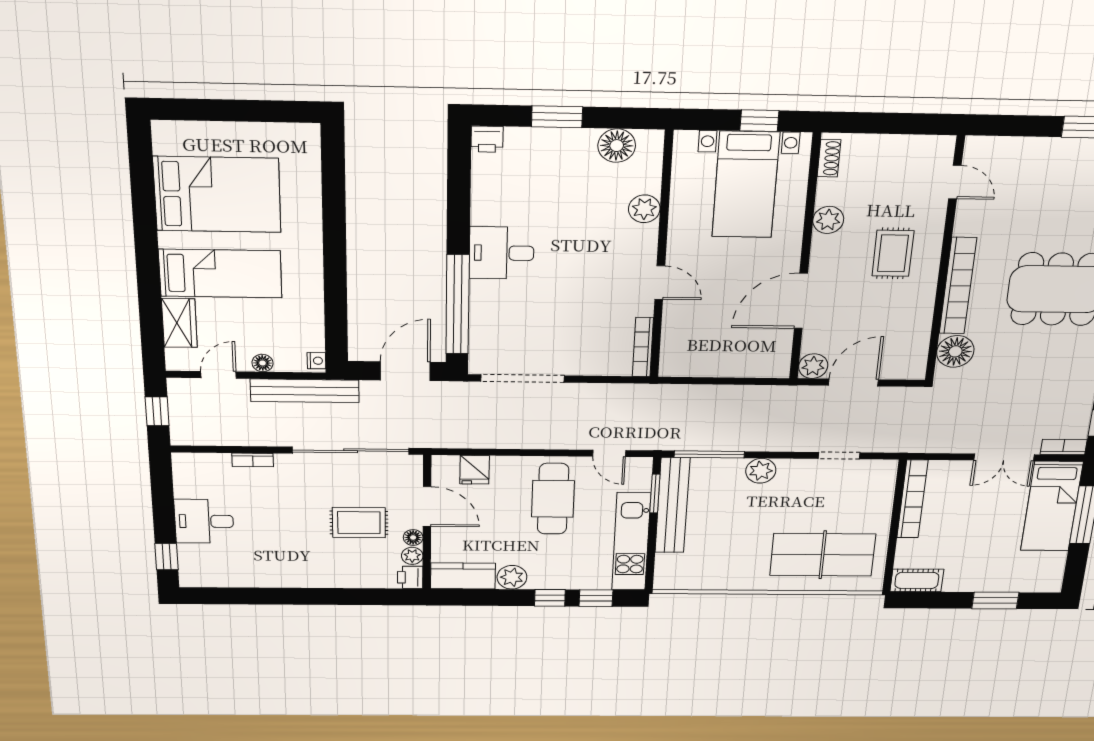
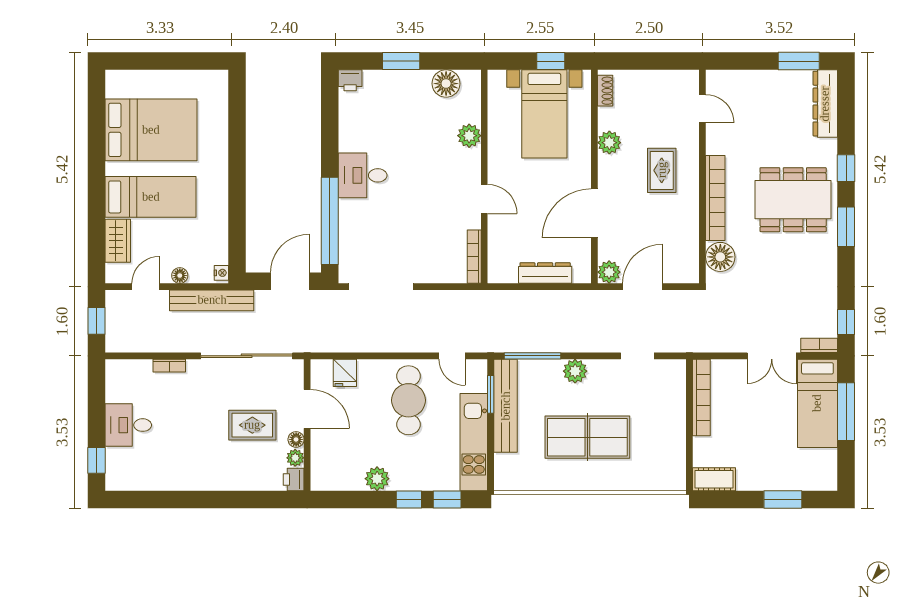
dresser: (732, 366) -> (545, 273), added
table tennis table: (823, 555) -> (587, 437), moved
kitchen counter: (463, 576) -> (337, 478), removed

